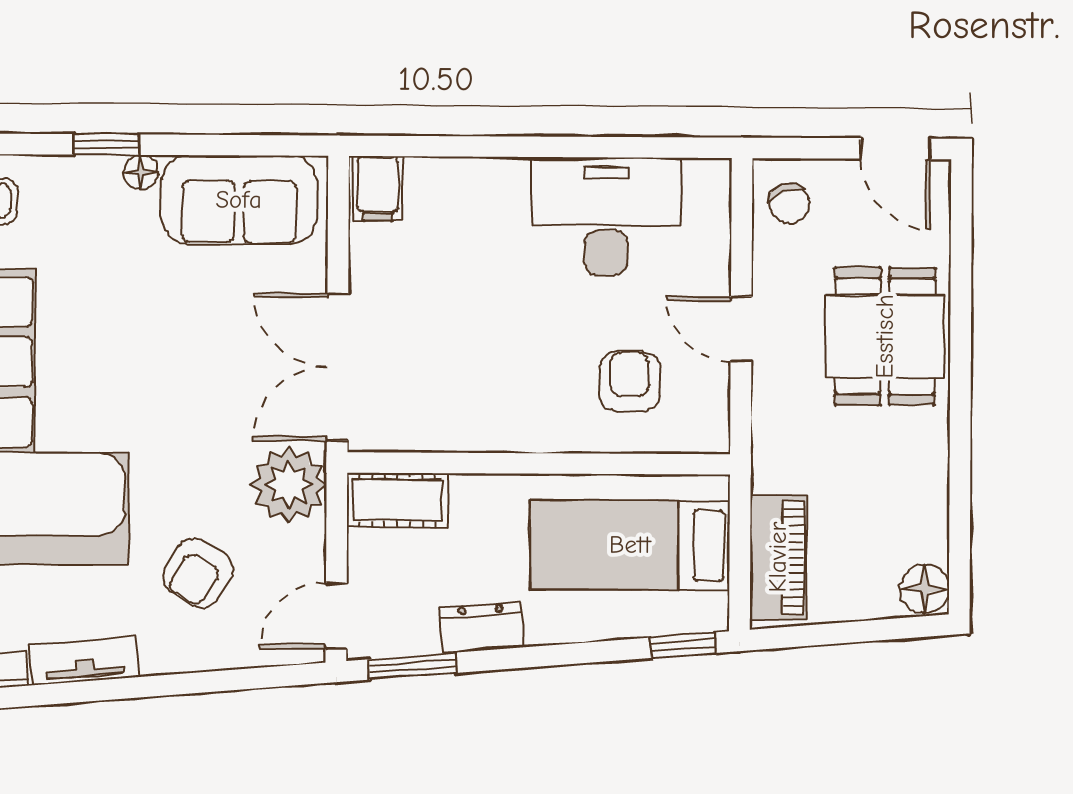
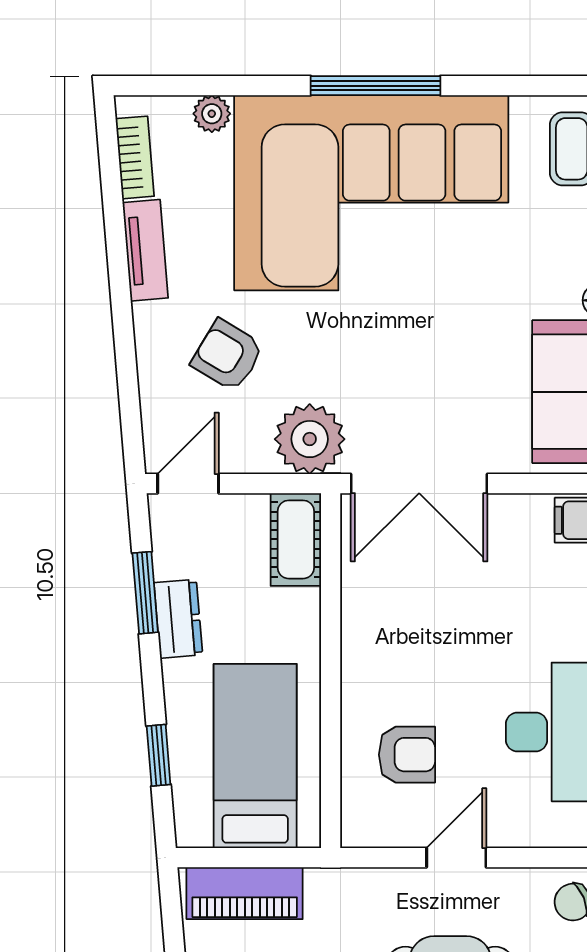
double door: (337, 367) -> (419, 484), swing flipped
door: (336, 616) -> (188, 484), hinge flipped
window: (683, 645) -> (159, 755), moved
window: (412, 666) -> (145, 593), moved

